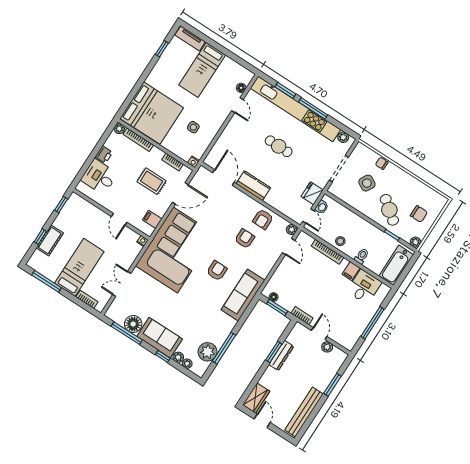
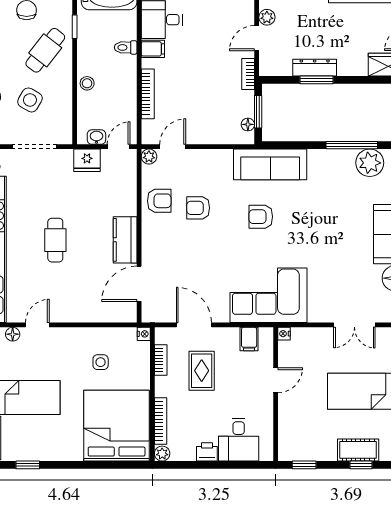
stool: (340, 241) -> (87, 83), moved
corner sofa: (175, 250) -> (268, 295), width x0.73, depth x0.74

